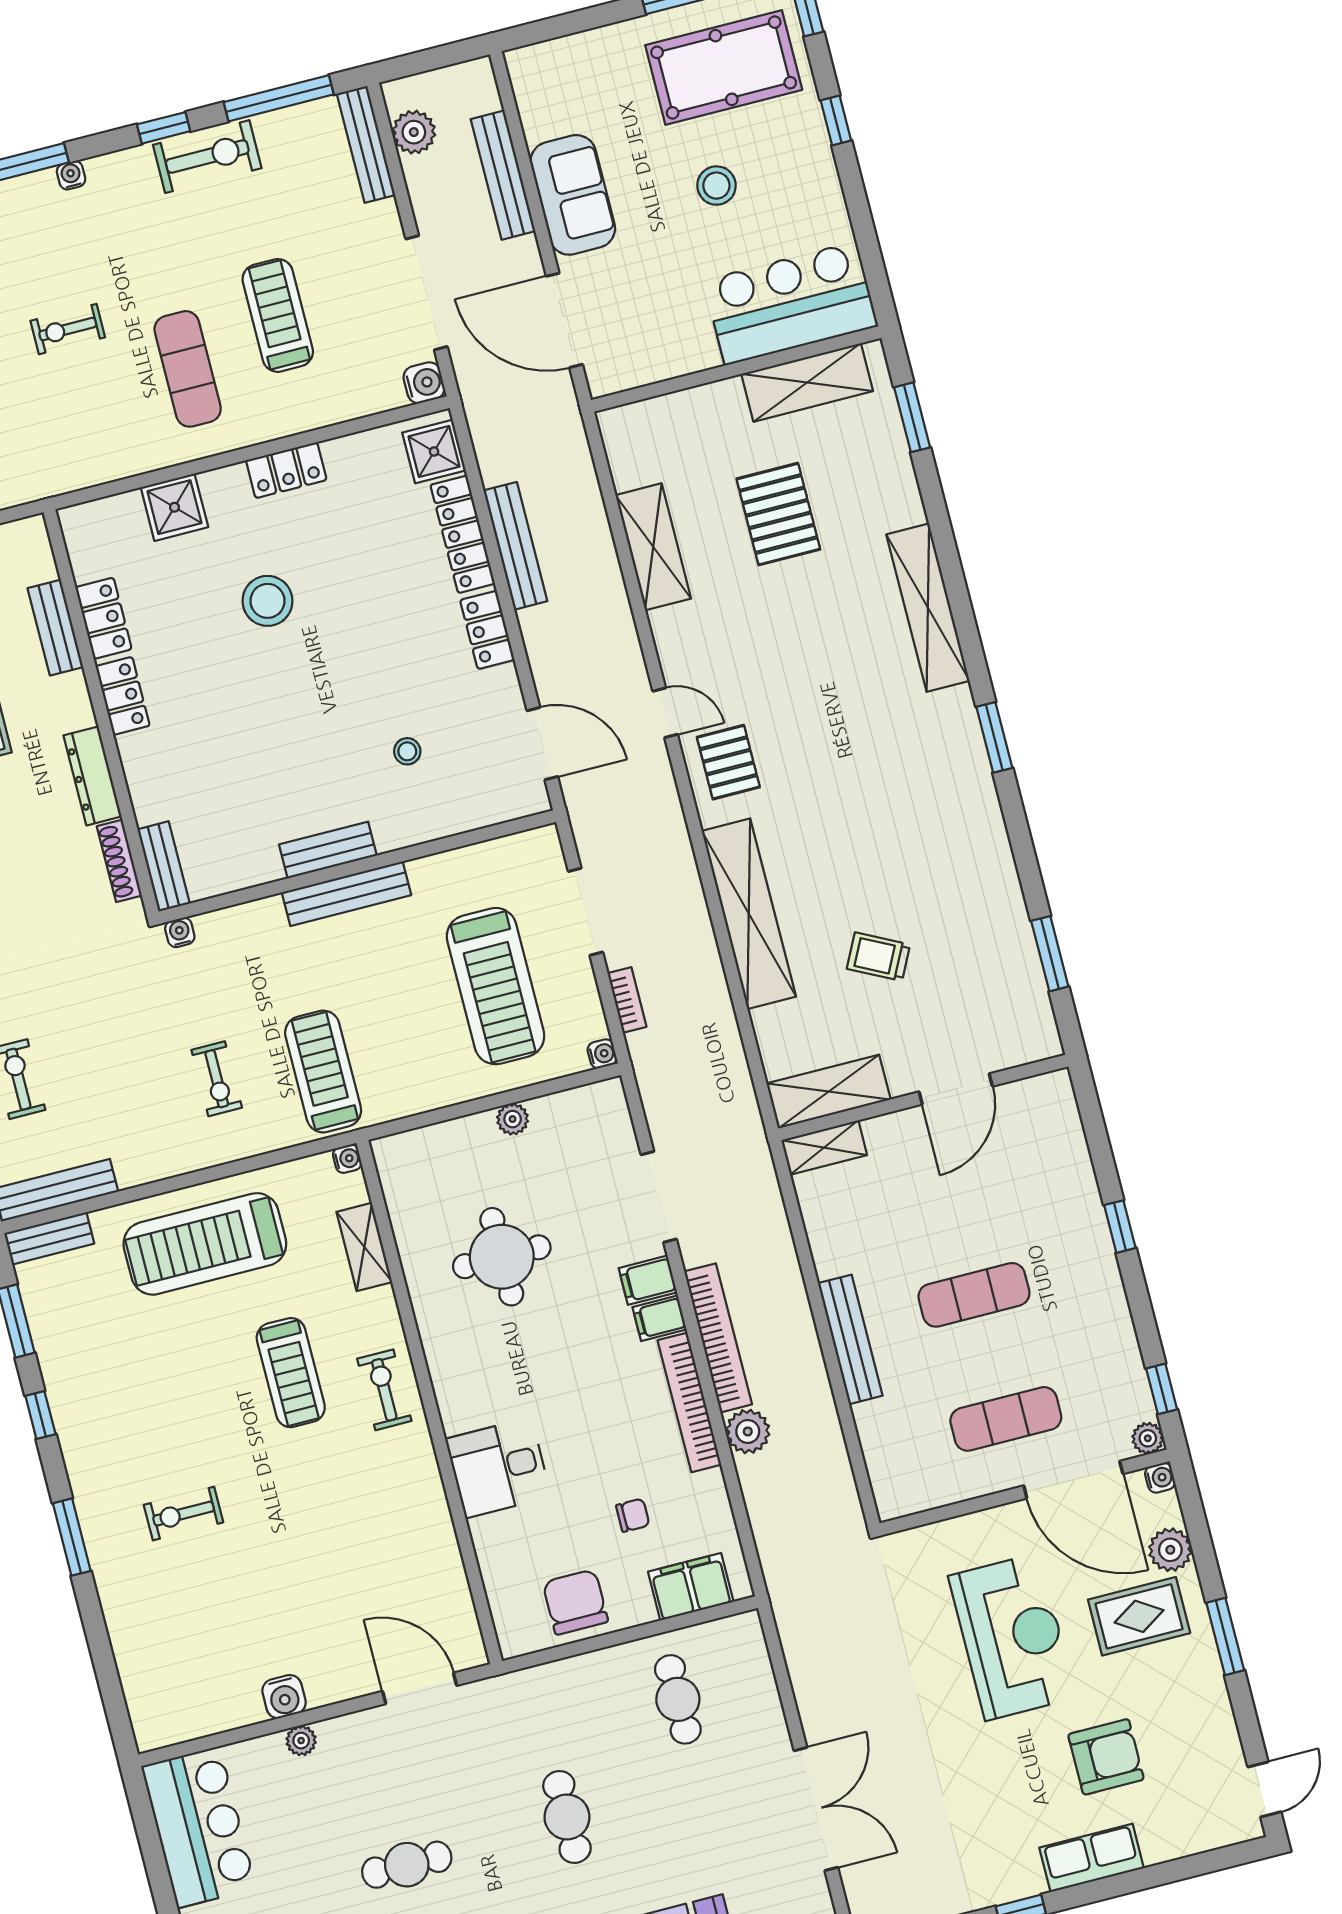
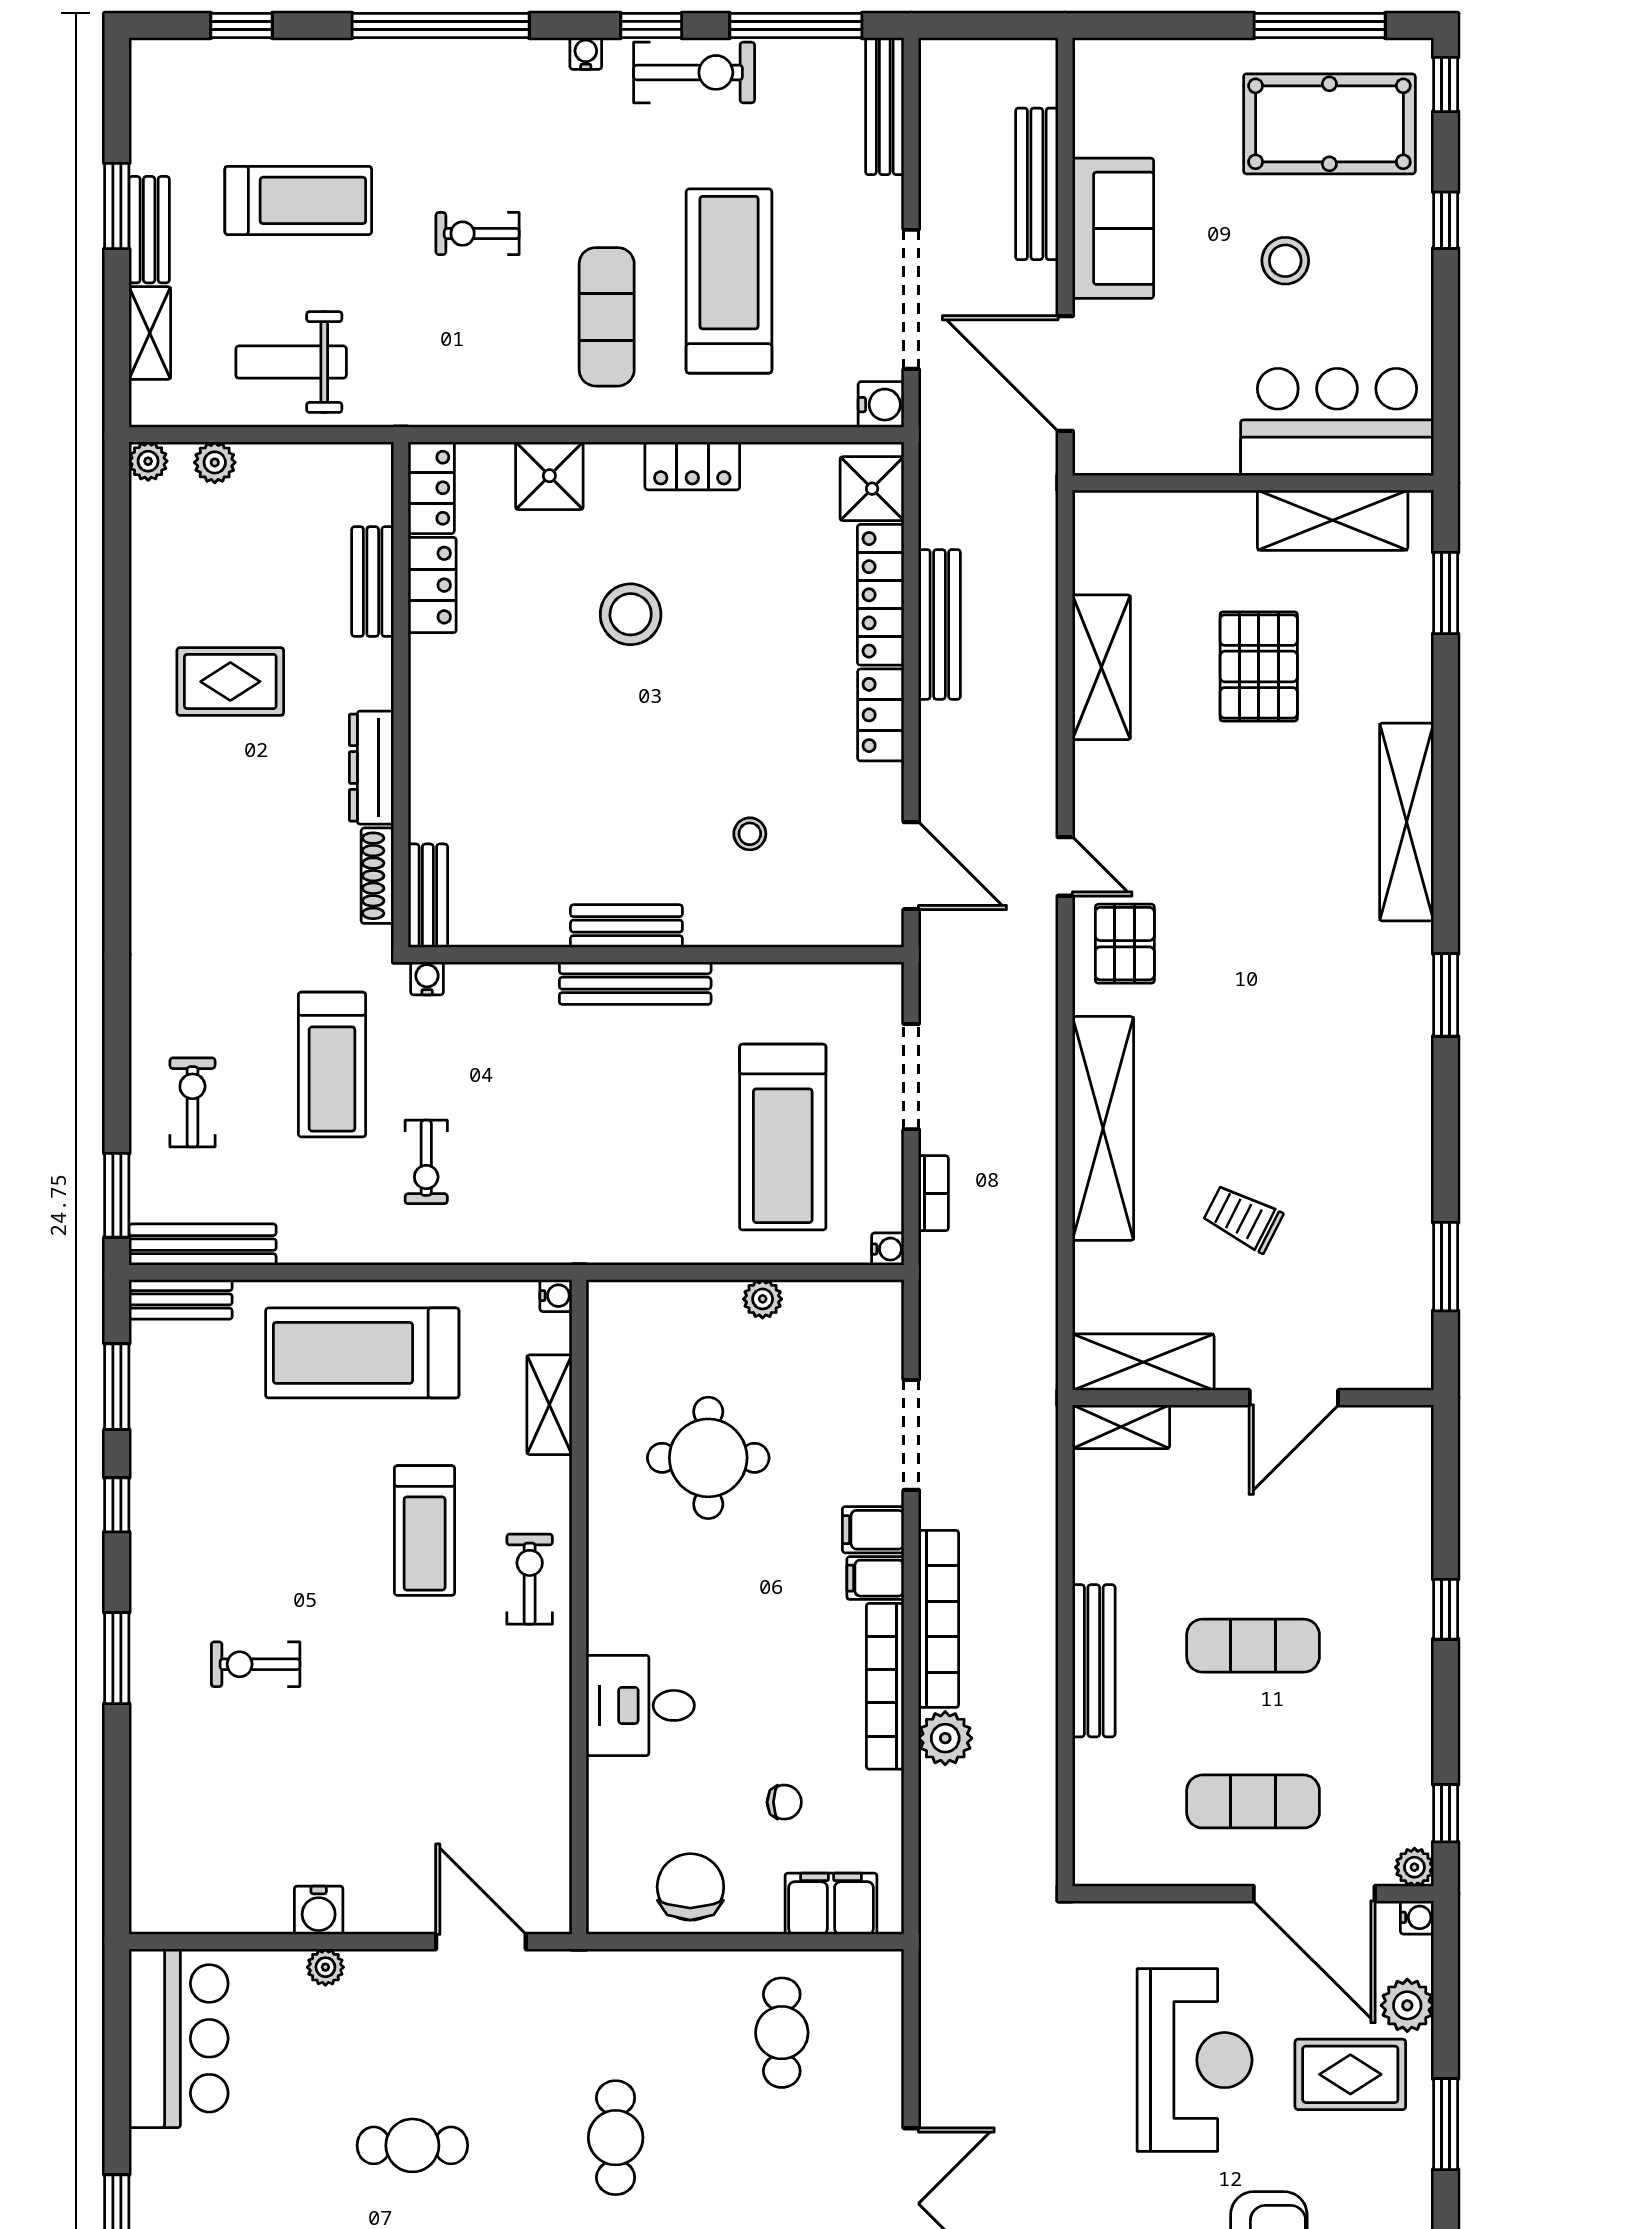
plant: (414, 132) -> (945, 106), removed
water cooler: (71, 175) -> (586, 53), moved
treadmill: (278, 315) -> (729, 281), width x1.37, depth x1.38
locker: (123, 696) -> (431, 488), moved
treadmill: (323, 1071) -> (332, 1065), moved, turned 180

